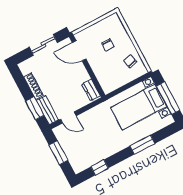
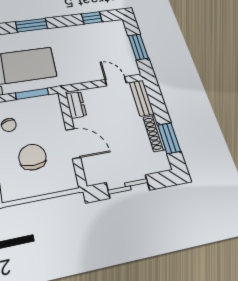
chair: (108, 45) -> (32, 157), width x1.87, depth x1.87
door: (79, 51) -> (73, 143), moved
window: (123, 88) -> (32, 94), added
window: (35, 108) -> (169, 138), moved

